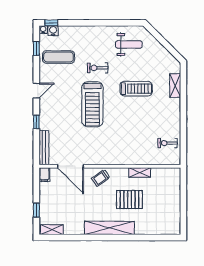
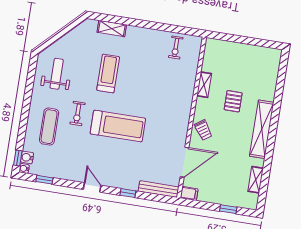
exercise mat: (58, 57) -> (49, 127), moved
pallet: (129, 200) -> (233, 101), width x0.67, depth x0.71
shelving: (52, 230) -> (256, 180), moved

